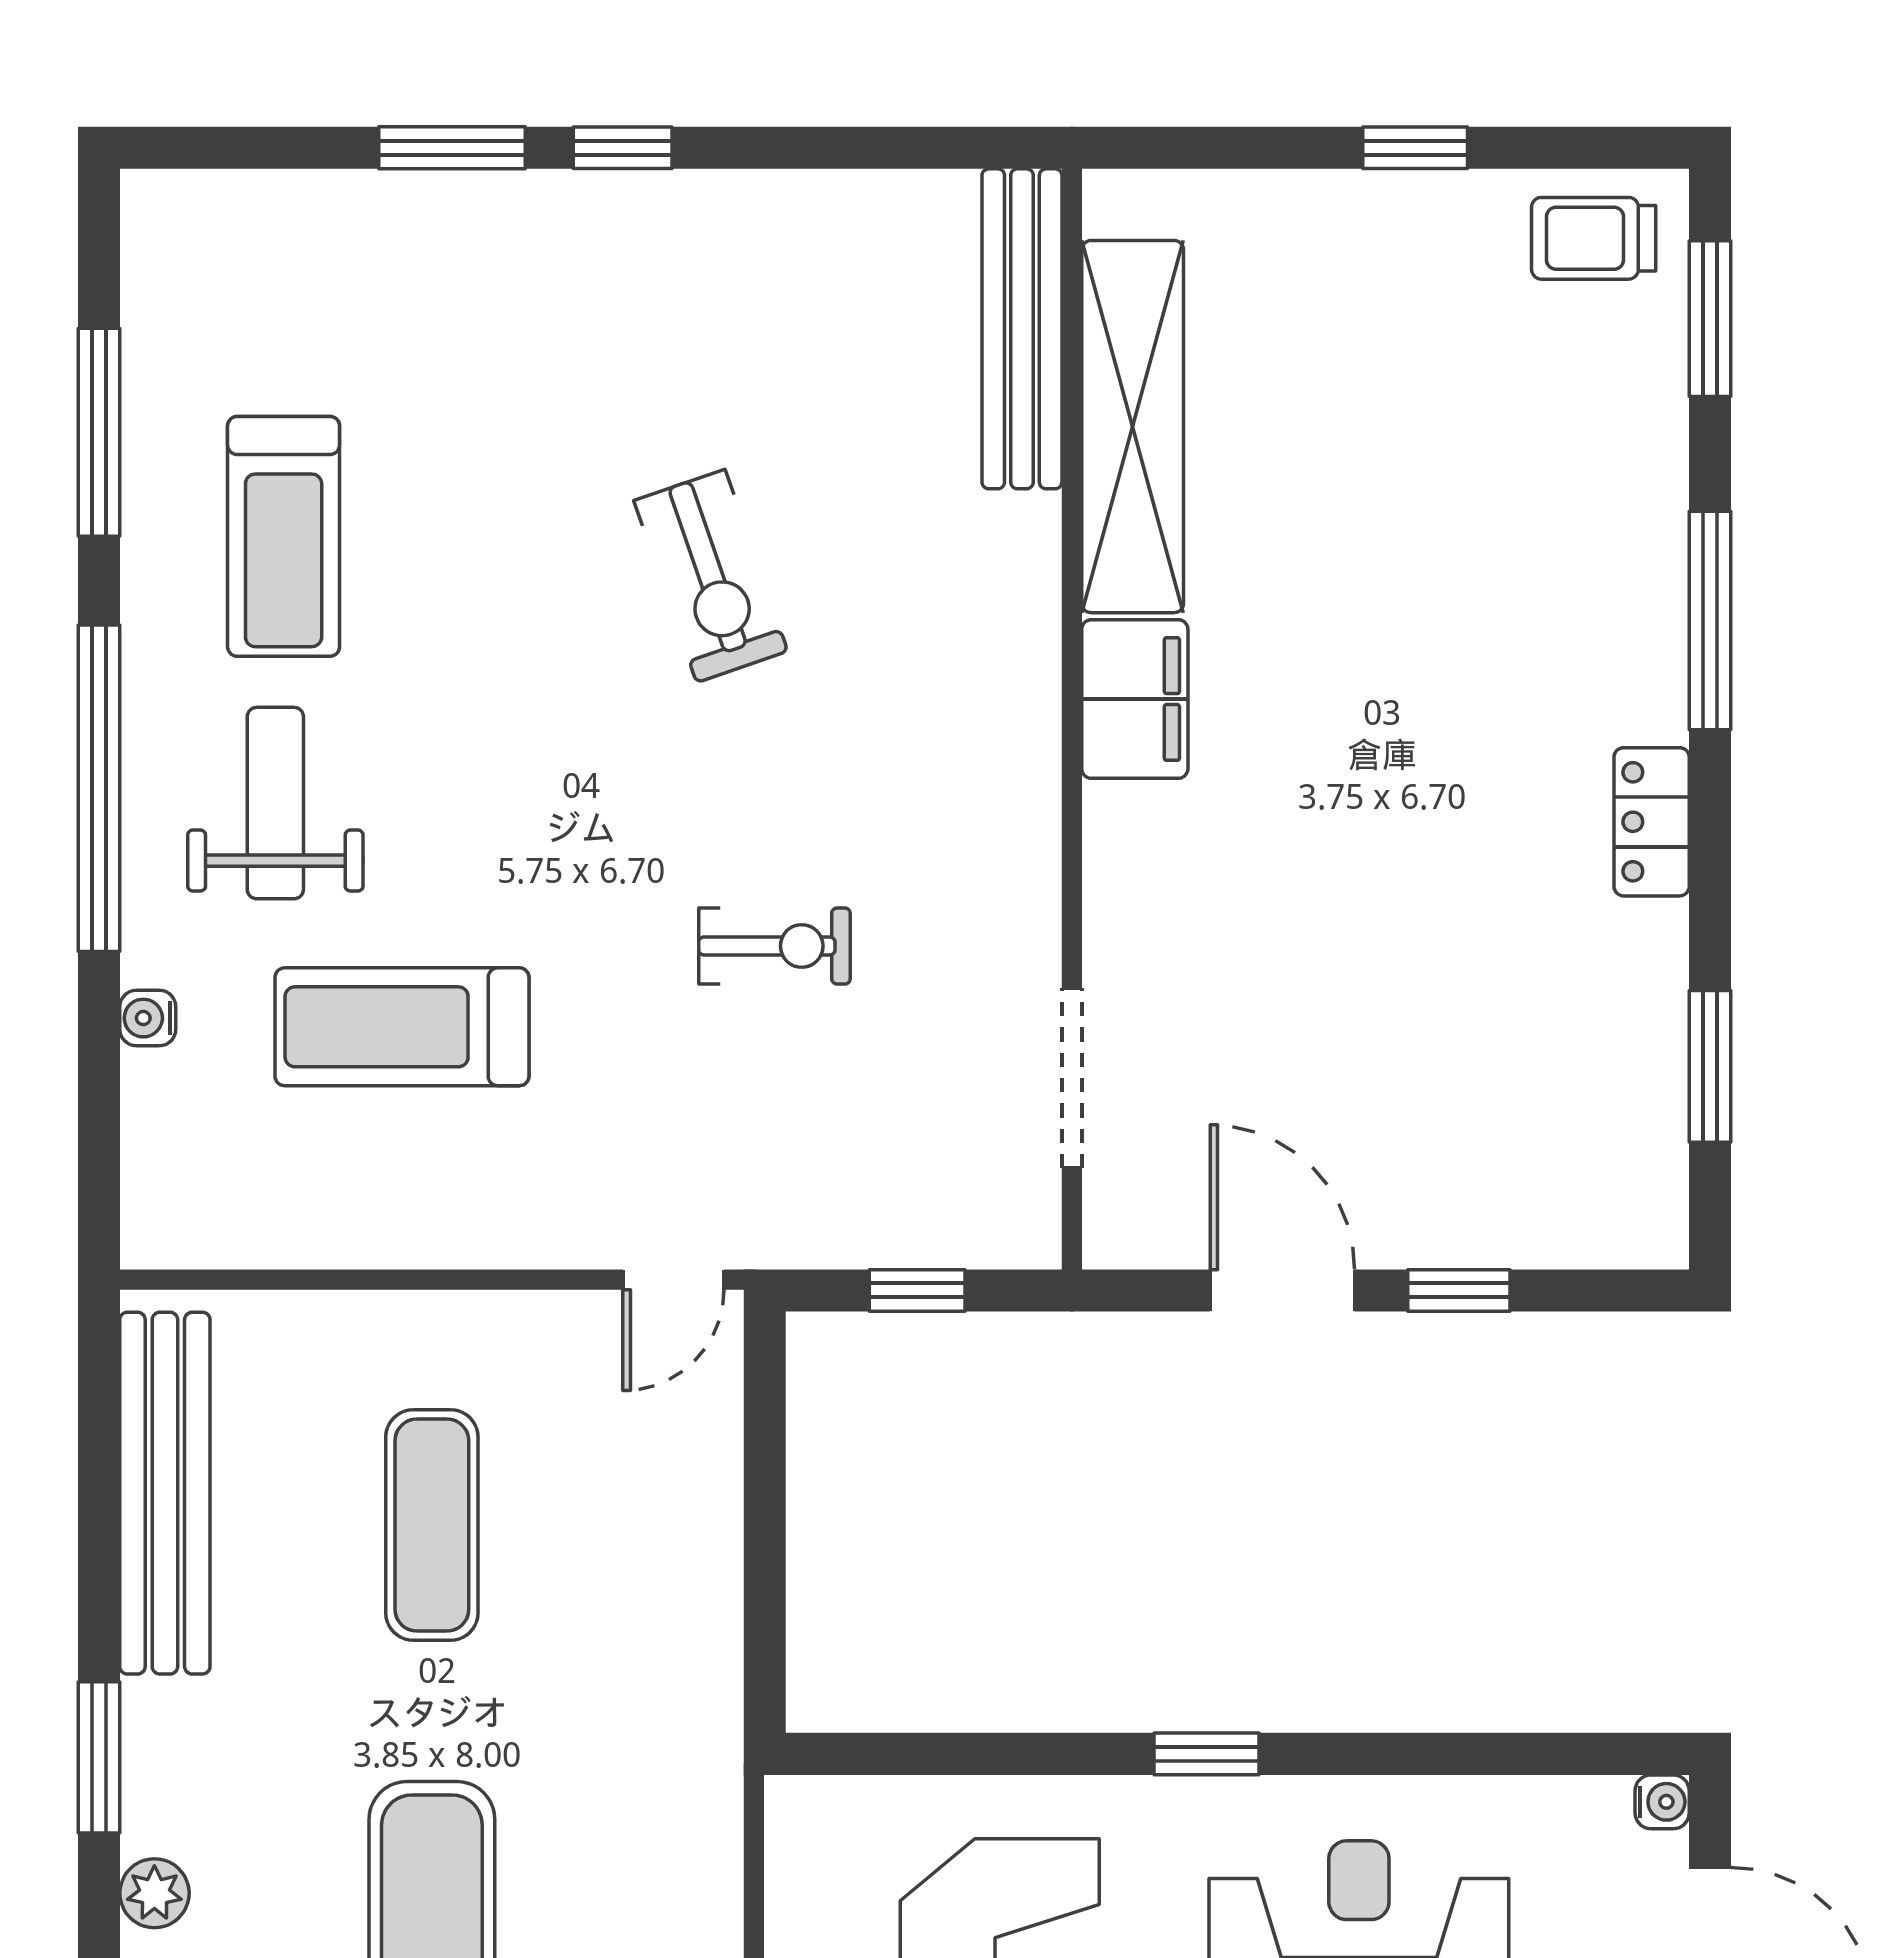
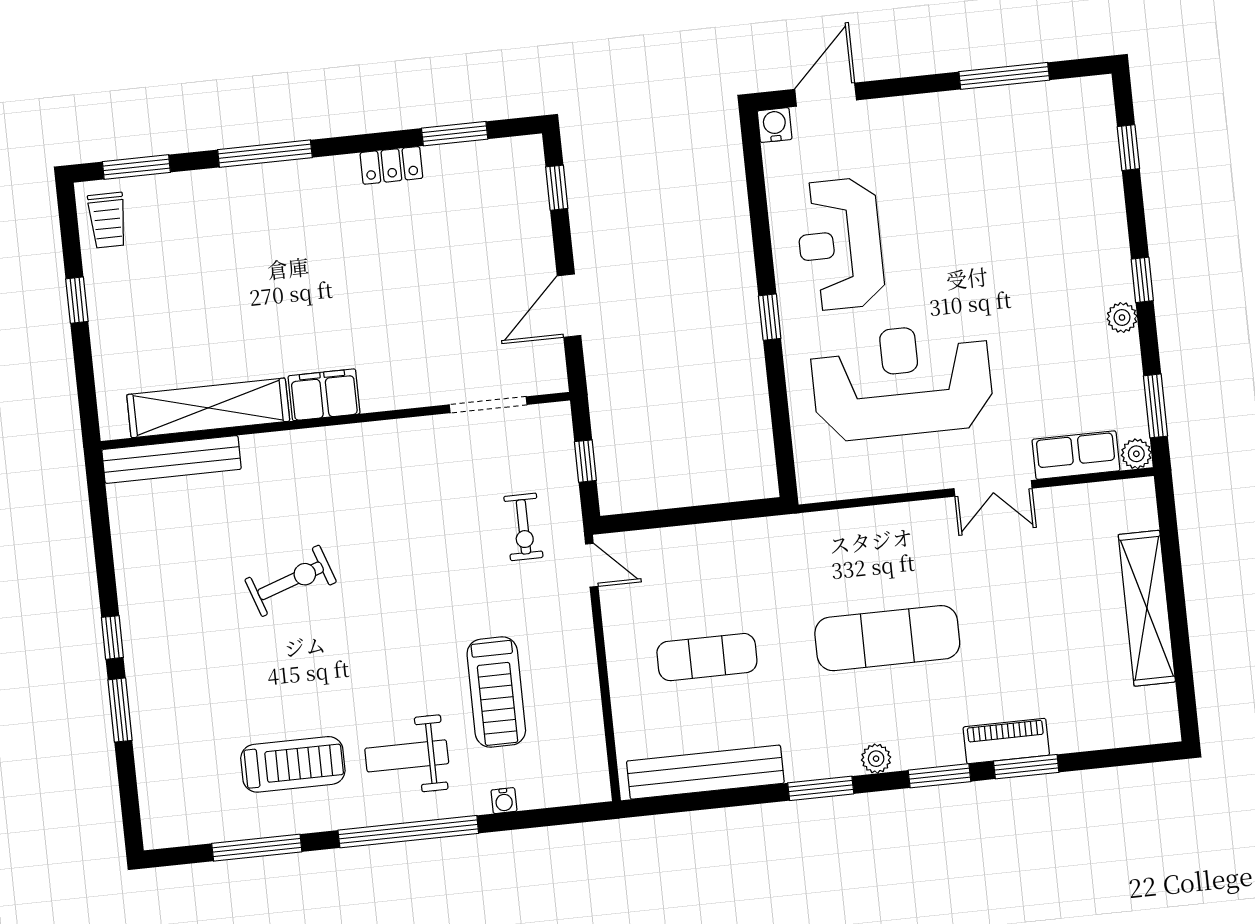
locker: (1652, 822) -> (391, 165), moved
exercise bike: (774, 946) -> (523, 527), moved, turned 180
window: (1459, 1290) -> (557, 188), moved
water cooler: (1662, 1802) -> (775, 125), width x1.38, depth x1.38

